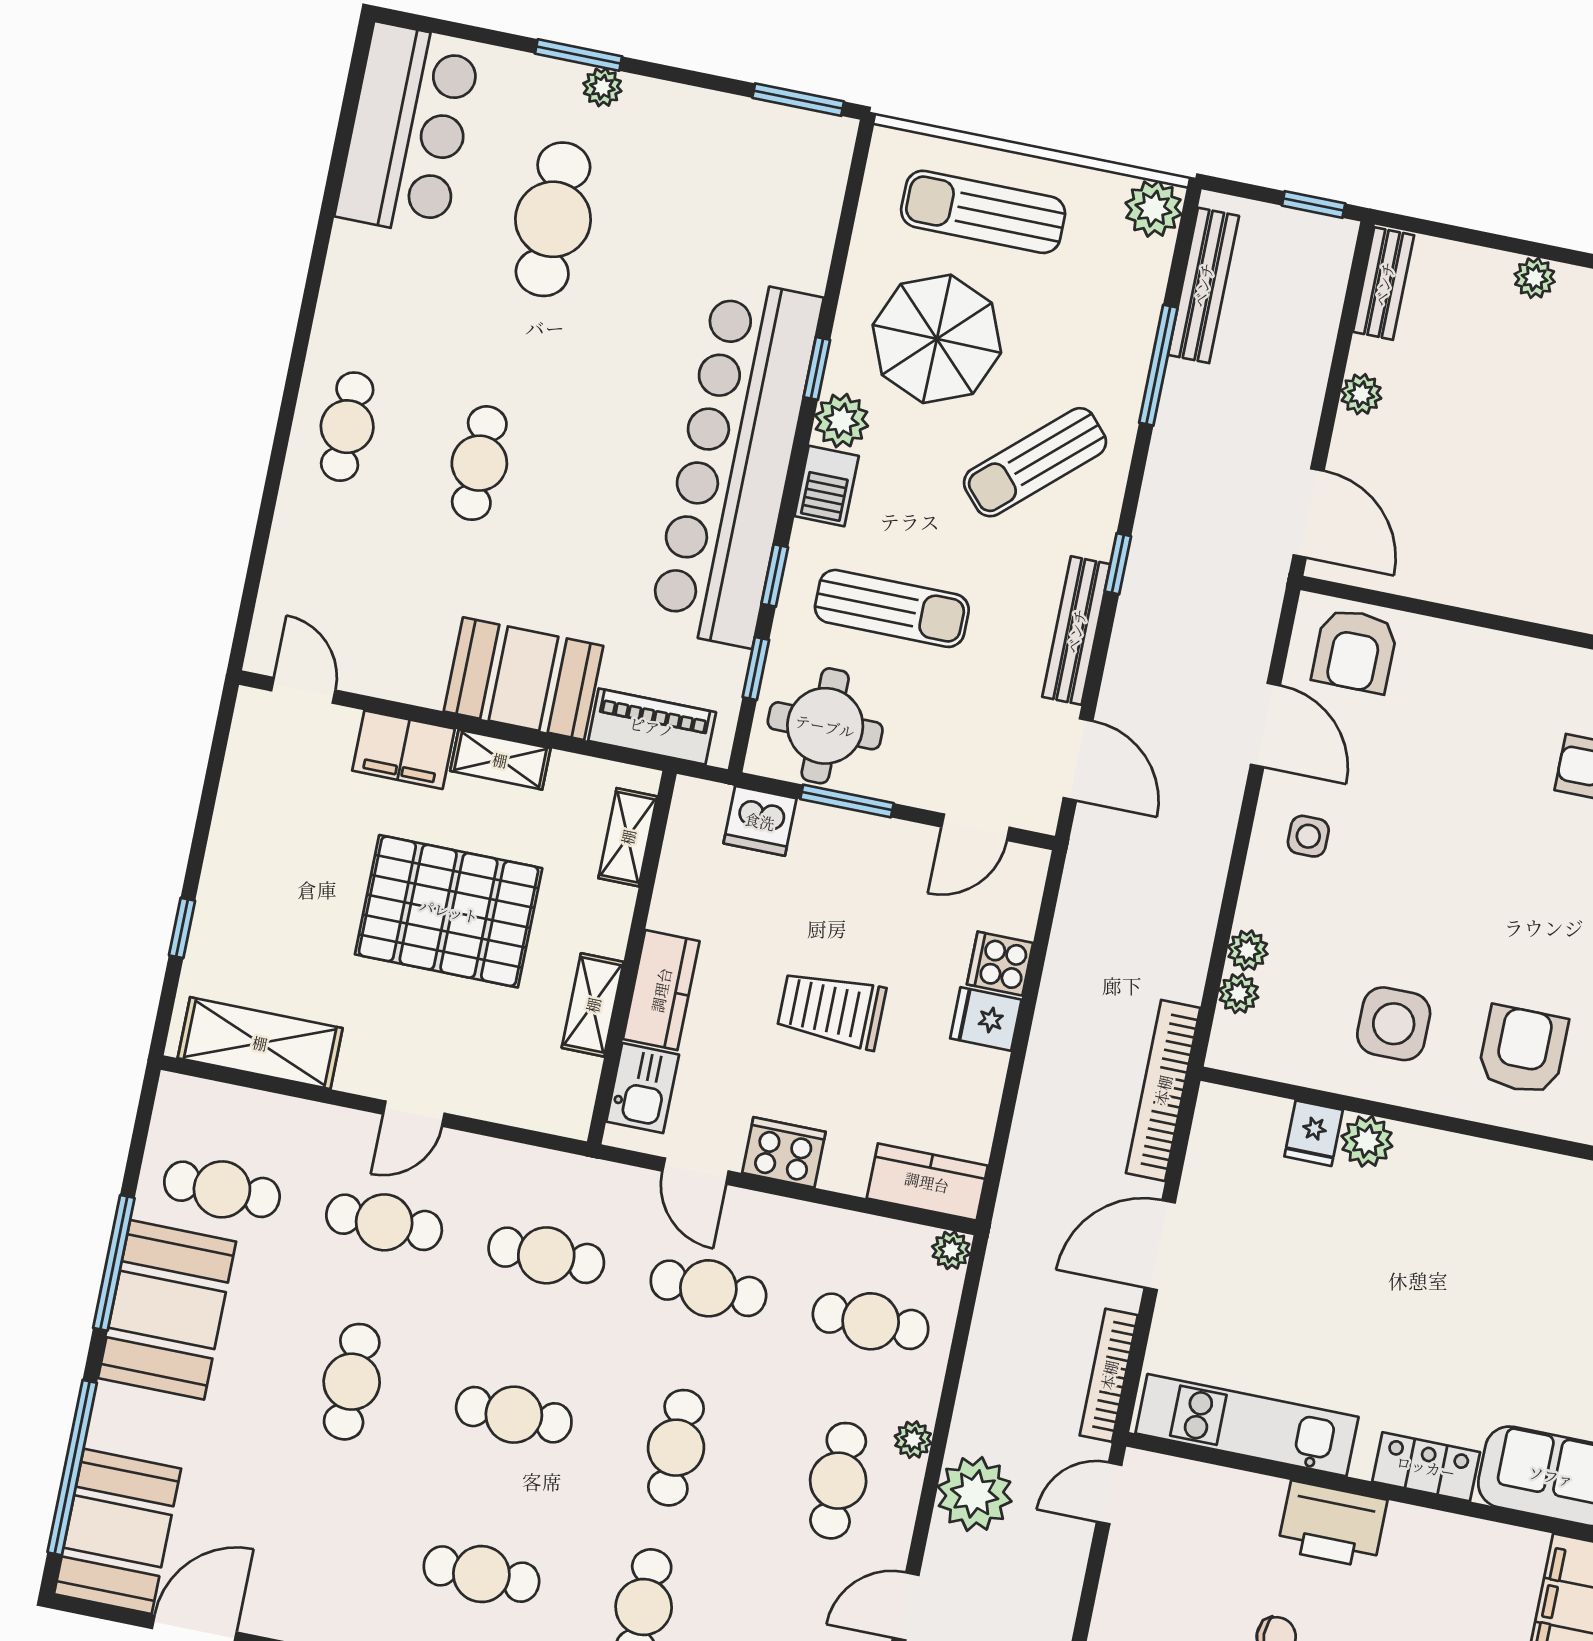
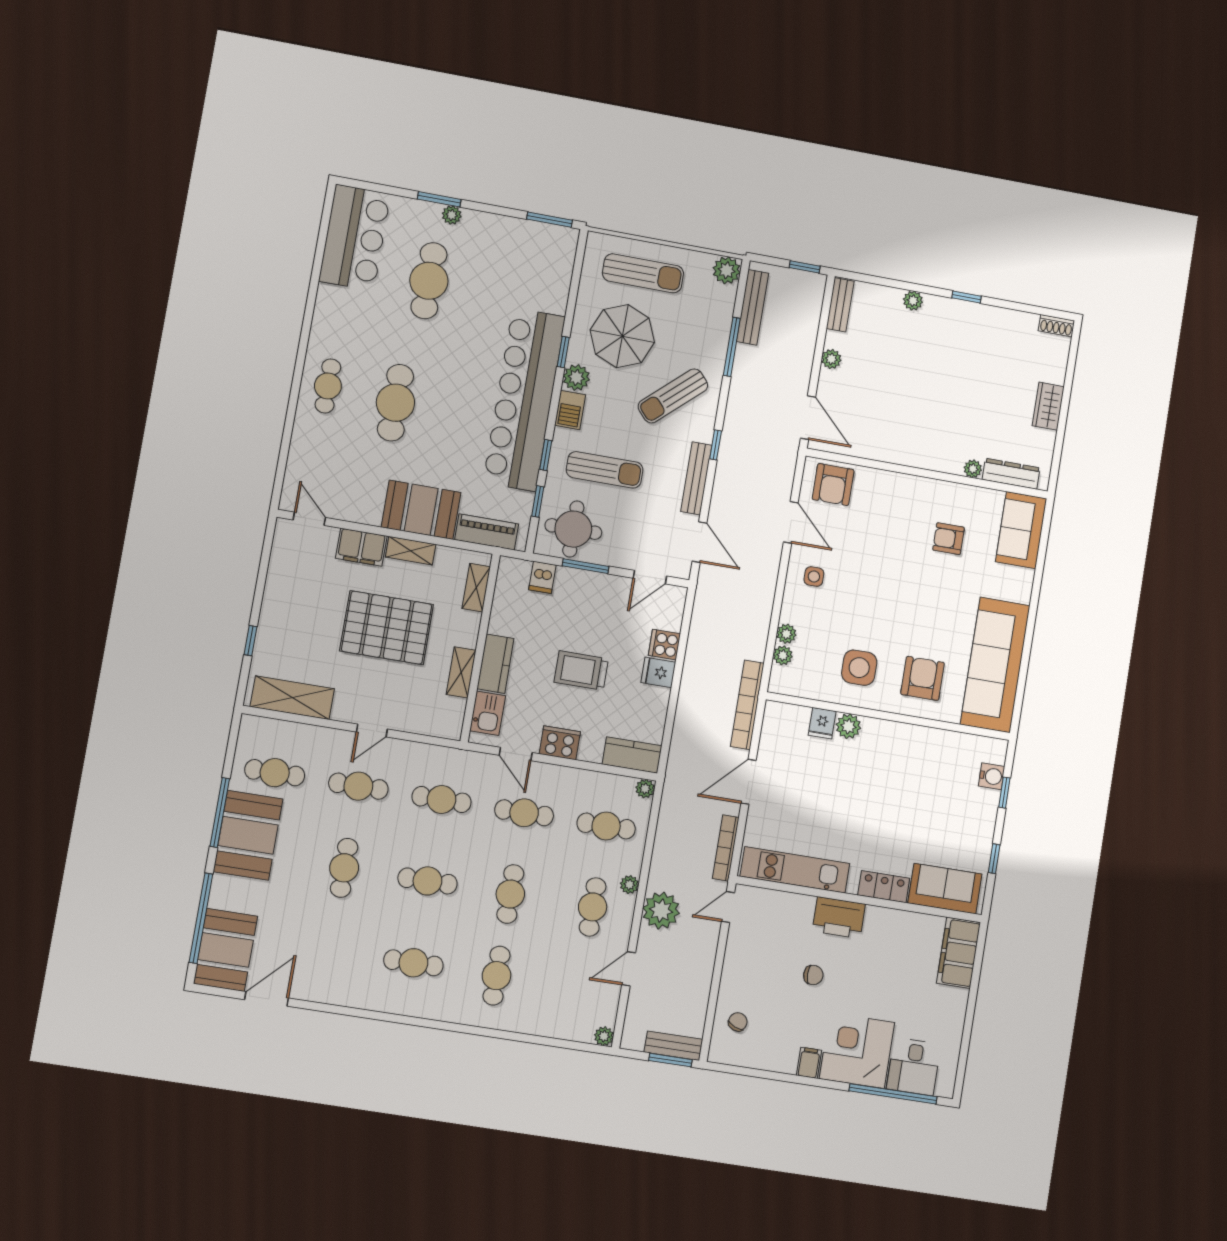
sun lounger: (983, 212) -> (643, 273), turned 180
cafe table: (479, 463) -> (395, 403), width x1.37, depth x1.35
dishwasher: (760, 821) -> (542, 577), width x0.73

